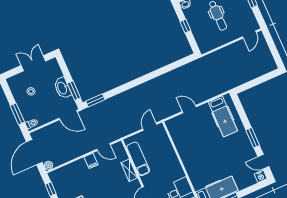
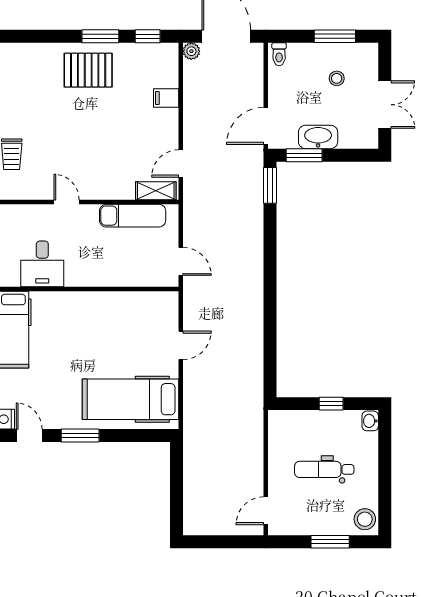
door: (249, 35) -> (266, 511), hinge flipped
window: (17, 114) -> (335, 36), moved
hospital bed: (223, 116) -> (130, 399), width x1.37, depth x1.29
filing cabinet: (91, 161) -> (166, 98), moved
door: (263, 162) -> (29, 435), hinge flipped
shelving: (129, 170) -> (156, 191), moved

